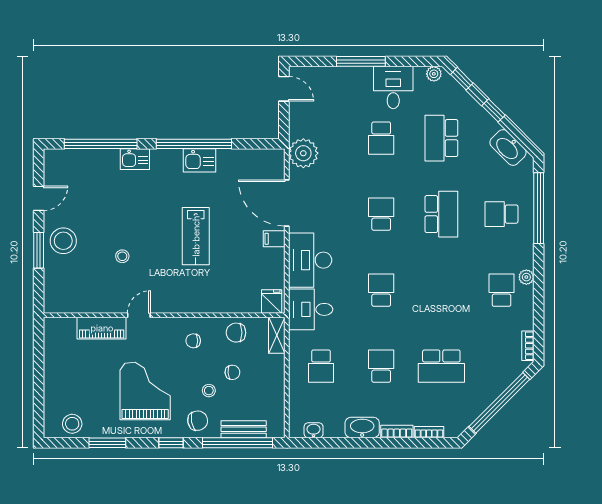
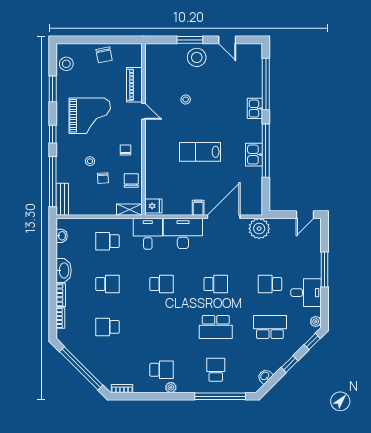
washbasin: (508, 147) -> (265, 376), width x0.52, depth x0.69
school desk: (441, 366) -> (107, 327), width x0.54
chair: (198, 421) -> (104, 55), moved
bench: (244, 429) -> (62, 199), moved

